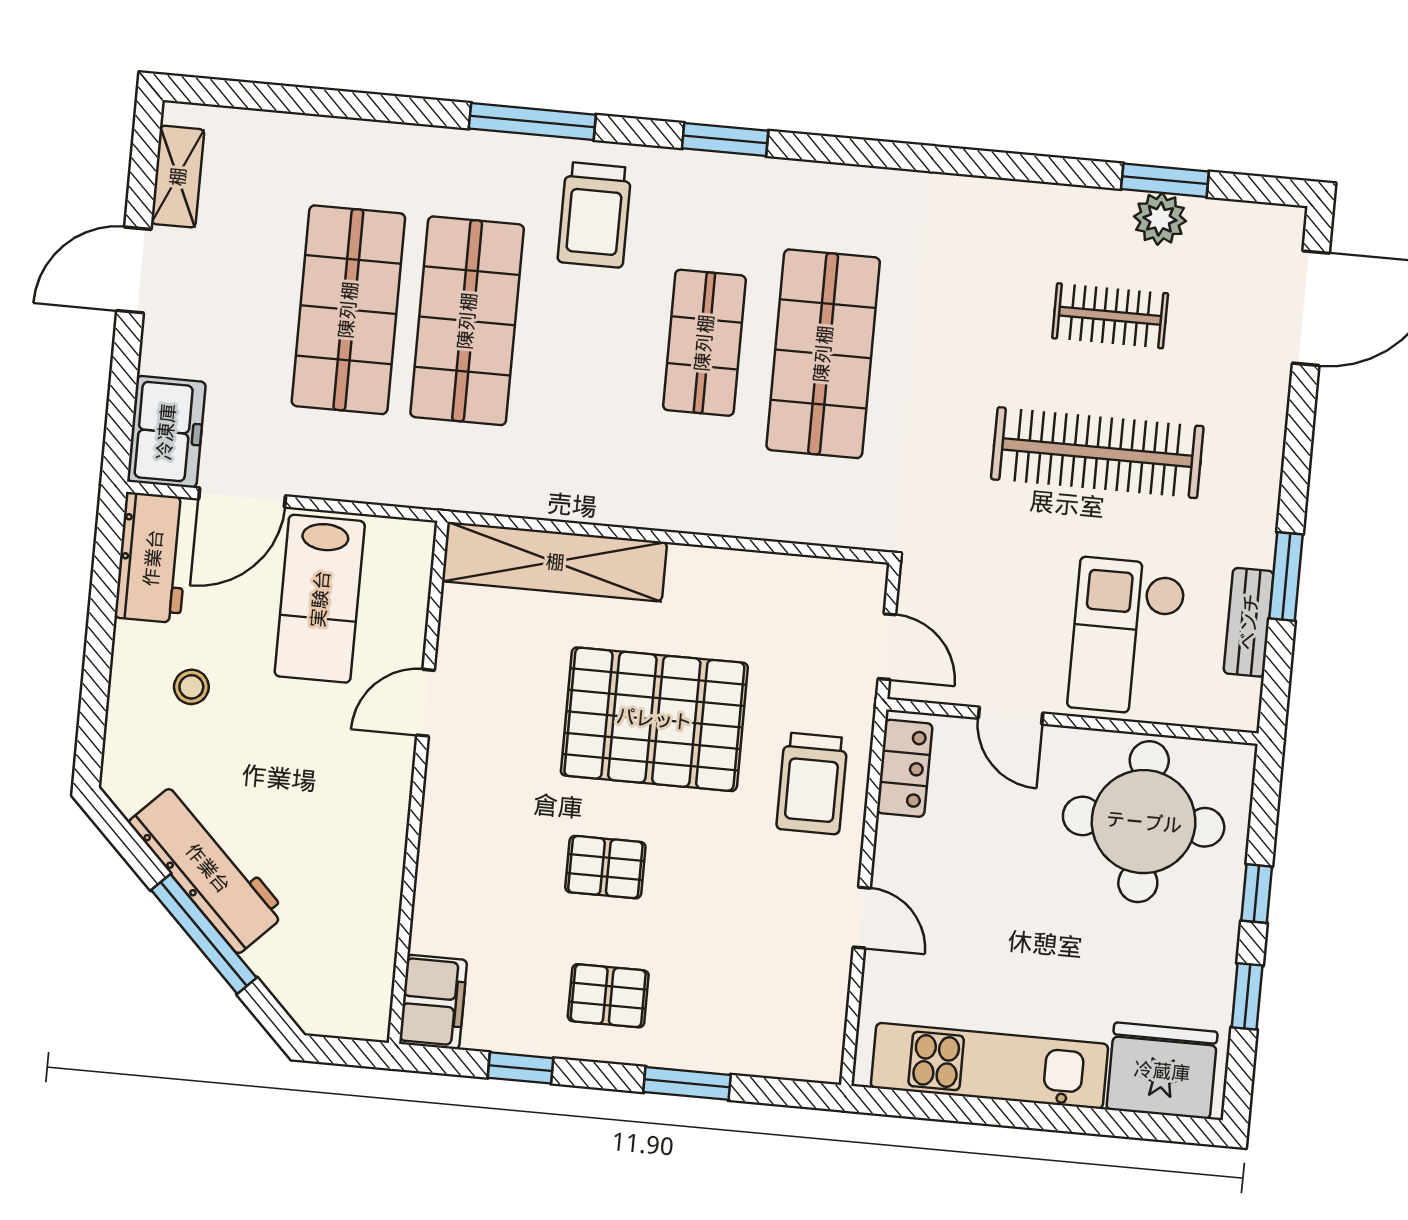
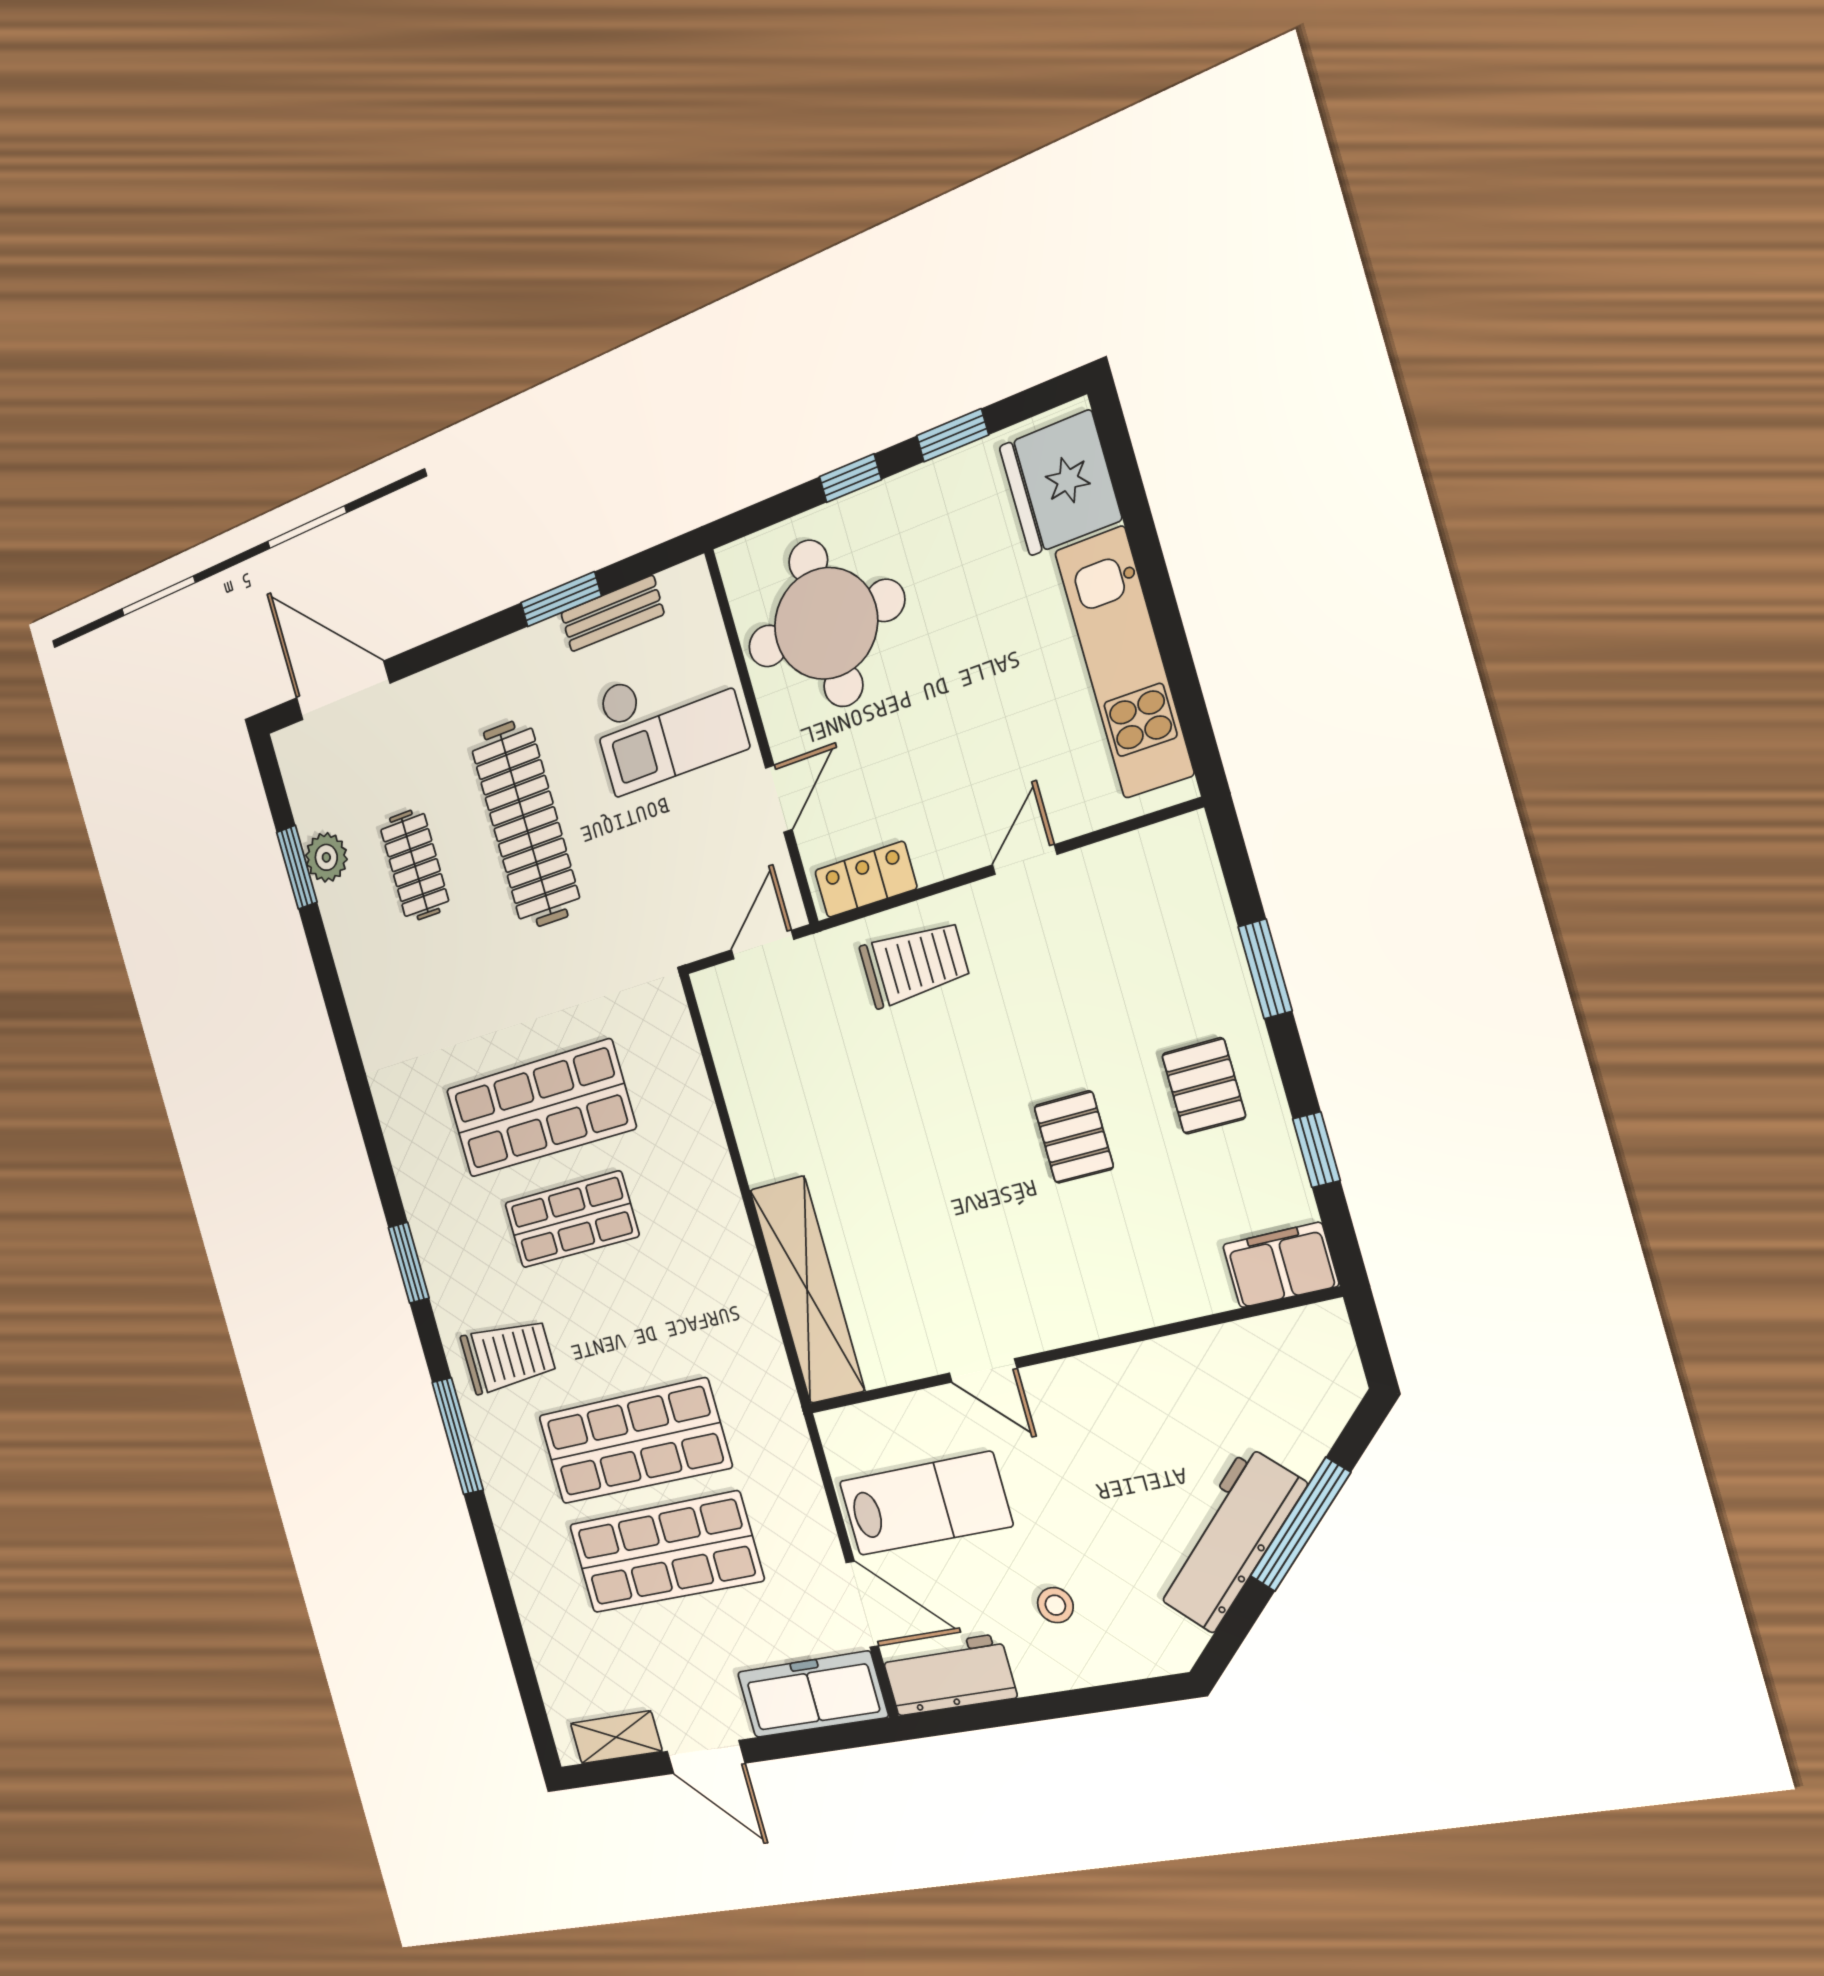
freezer: (166, 432) -> (812, 1694), width x1.40
pallet: (654, 719) -> (913, 1142), removed

